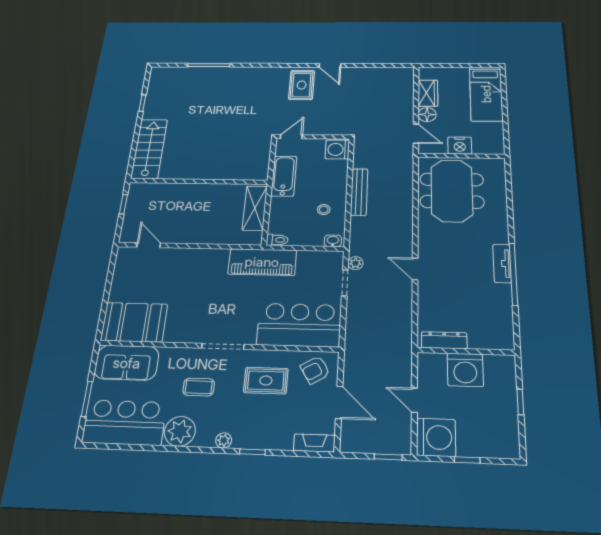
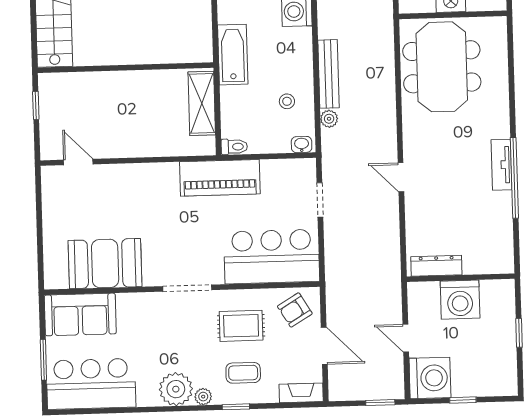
plant: (355, 263) -> (329, 119), moved
booth: (134, 322) -> (105, 264), moved
coffee table: (199, 387) -> (243, 373), moved
plant: (180, 431) -> (176, 389), moved

